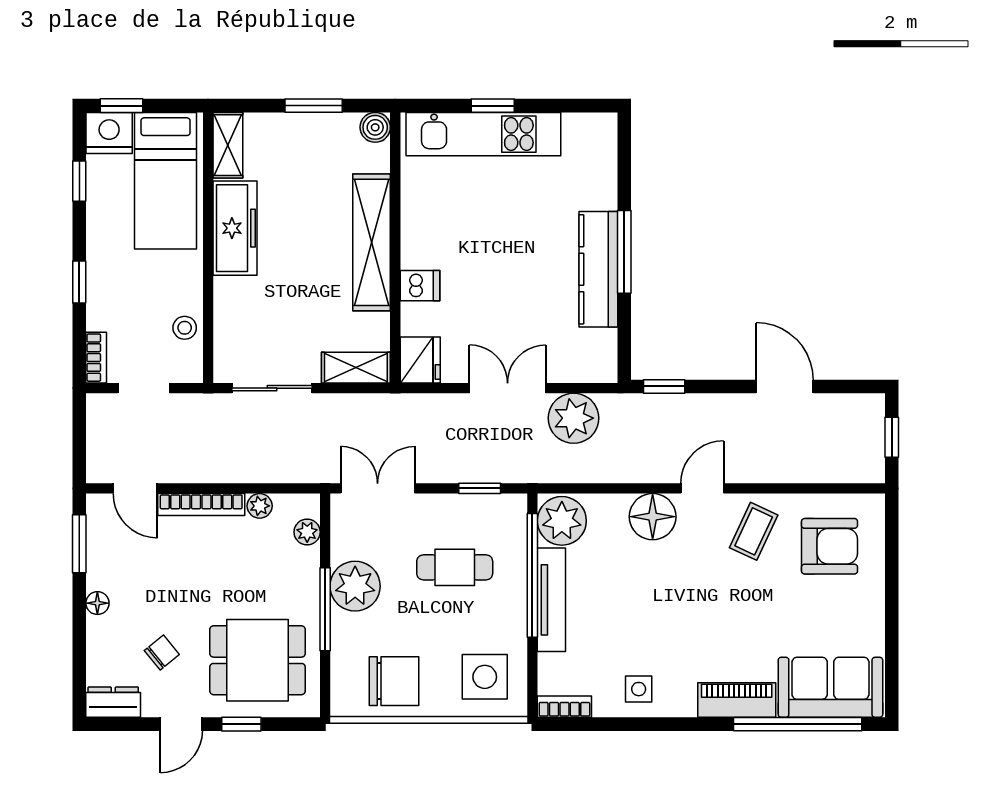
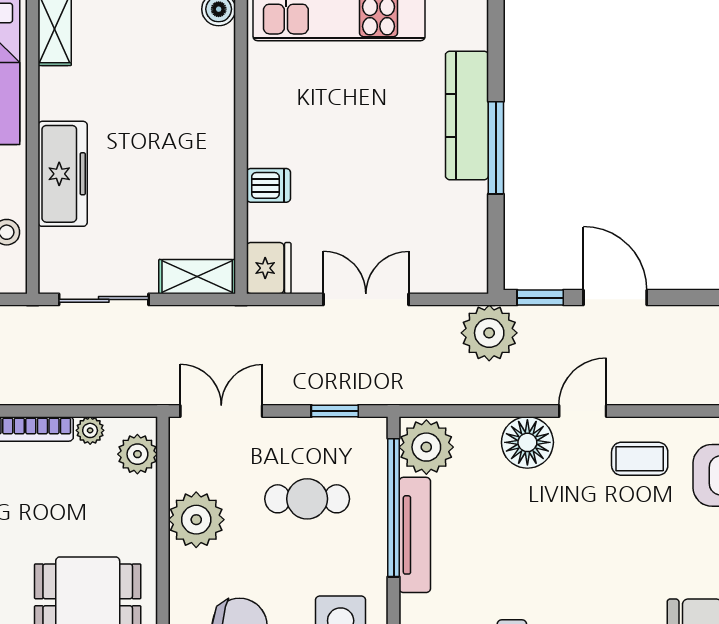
freezer: (235, 228) -> (63, 174), moved
shelving: (372, 242) -> (215, 137), removed
kitchen counter: (598, 269) -> (467, 115), moved
door: (785, 386) -> (615, 298), moved
plant: (574, 418) -> (489, 333), moved
coffee table: (754, 531) -> (640, 459), turned 65
plant: (307, 532) -> (137, 454), width x1.38, depth x1.38
window: (325, 609) -> (163, 546), removed

